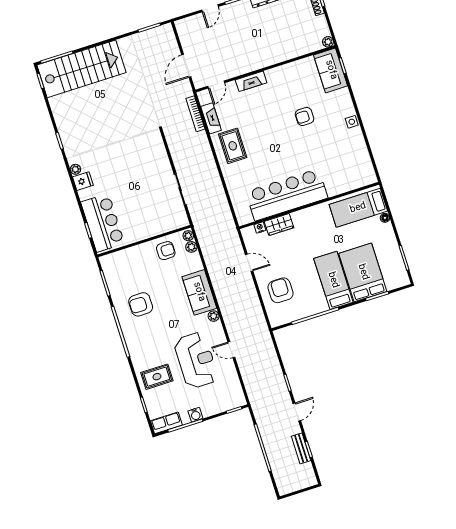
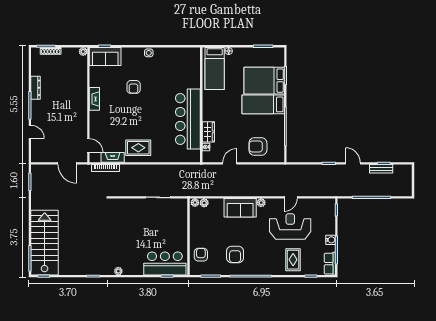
fireplace: (251, 81) -> (94, 99), moved
fridge: (83, 181) -> (129, 268), removed
armchair: (166, 251) -> (201, 255), moved

